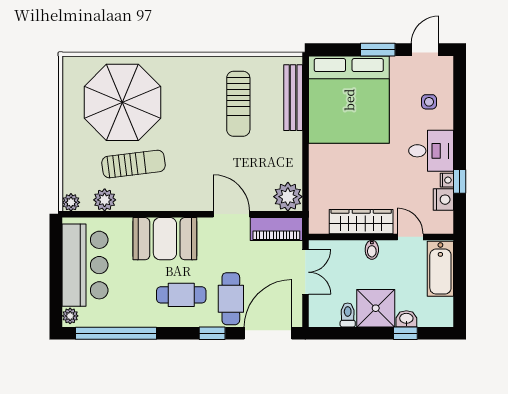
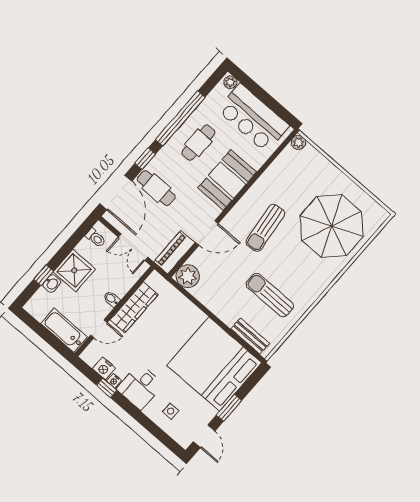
bench: (293, 98) -> (250, 336), width x0.73
sun lounger: (133, 164) -> (265, 228), moved
plant: (105, 200) -> (282, 164), removed
cafe table: (181, 295) -> (198, 143), moved
toilet: (348, 315) -> (96, 238), moved
window: (116, 333) -> (180, 118), moved

